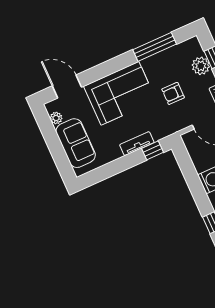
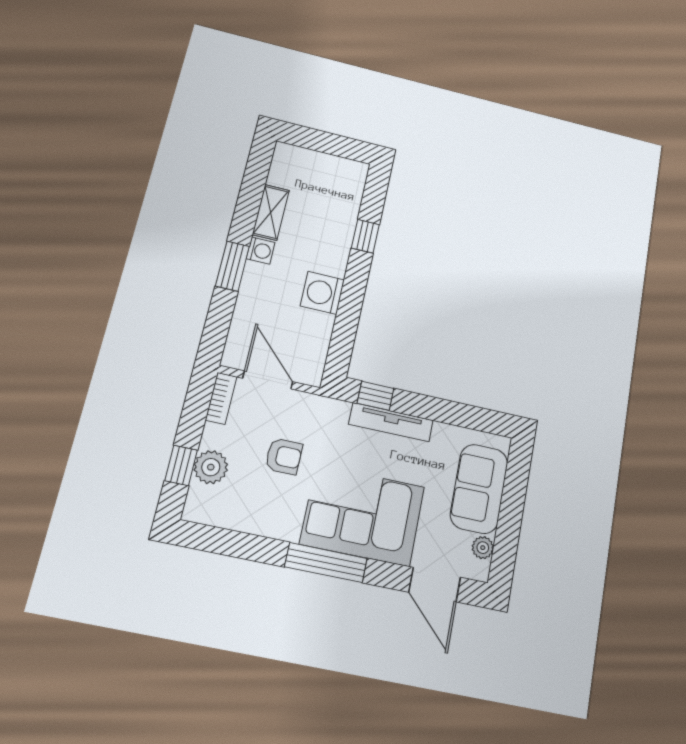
window: (155, 47) -> (326, 563), moved
tv unit: (137, 144) -> (391, 422), width x1.41

